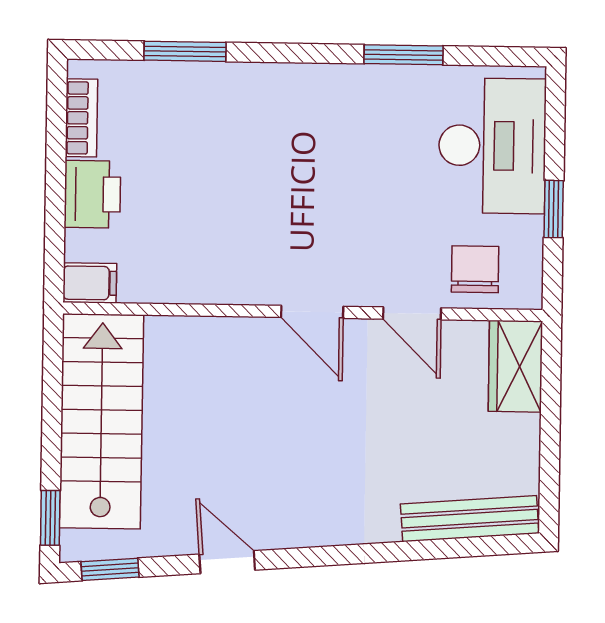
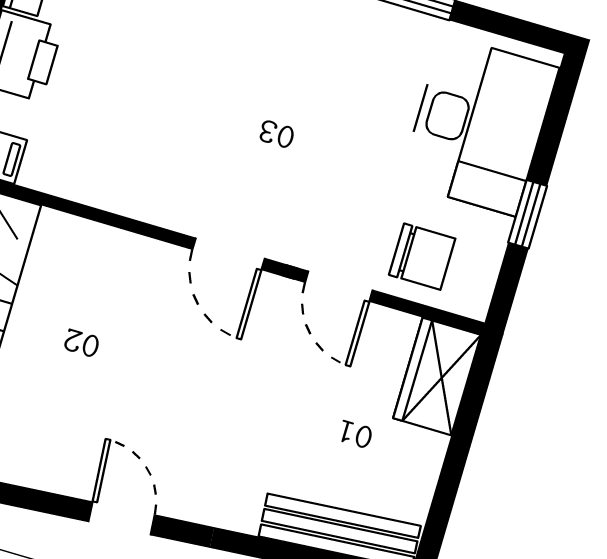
chair: (475, 269) -> (422, 257), turned 90
door: (227, 562) -> (122, 518), moved

